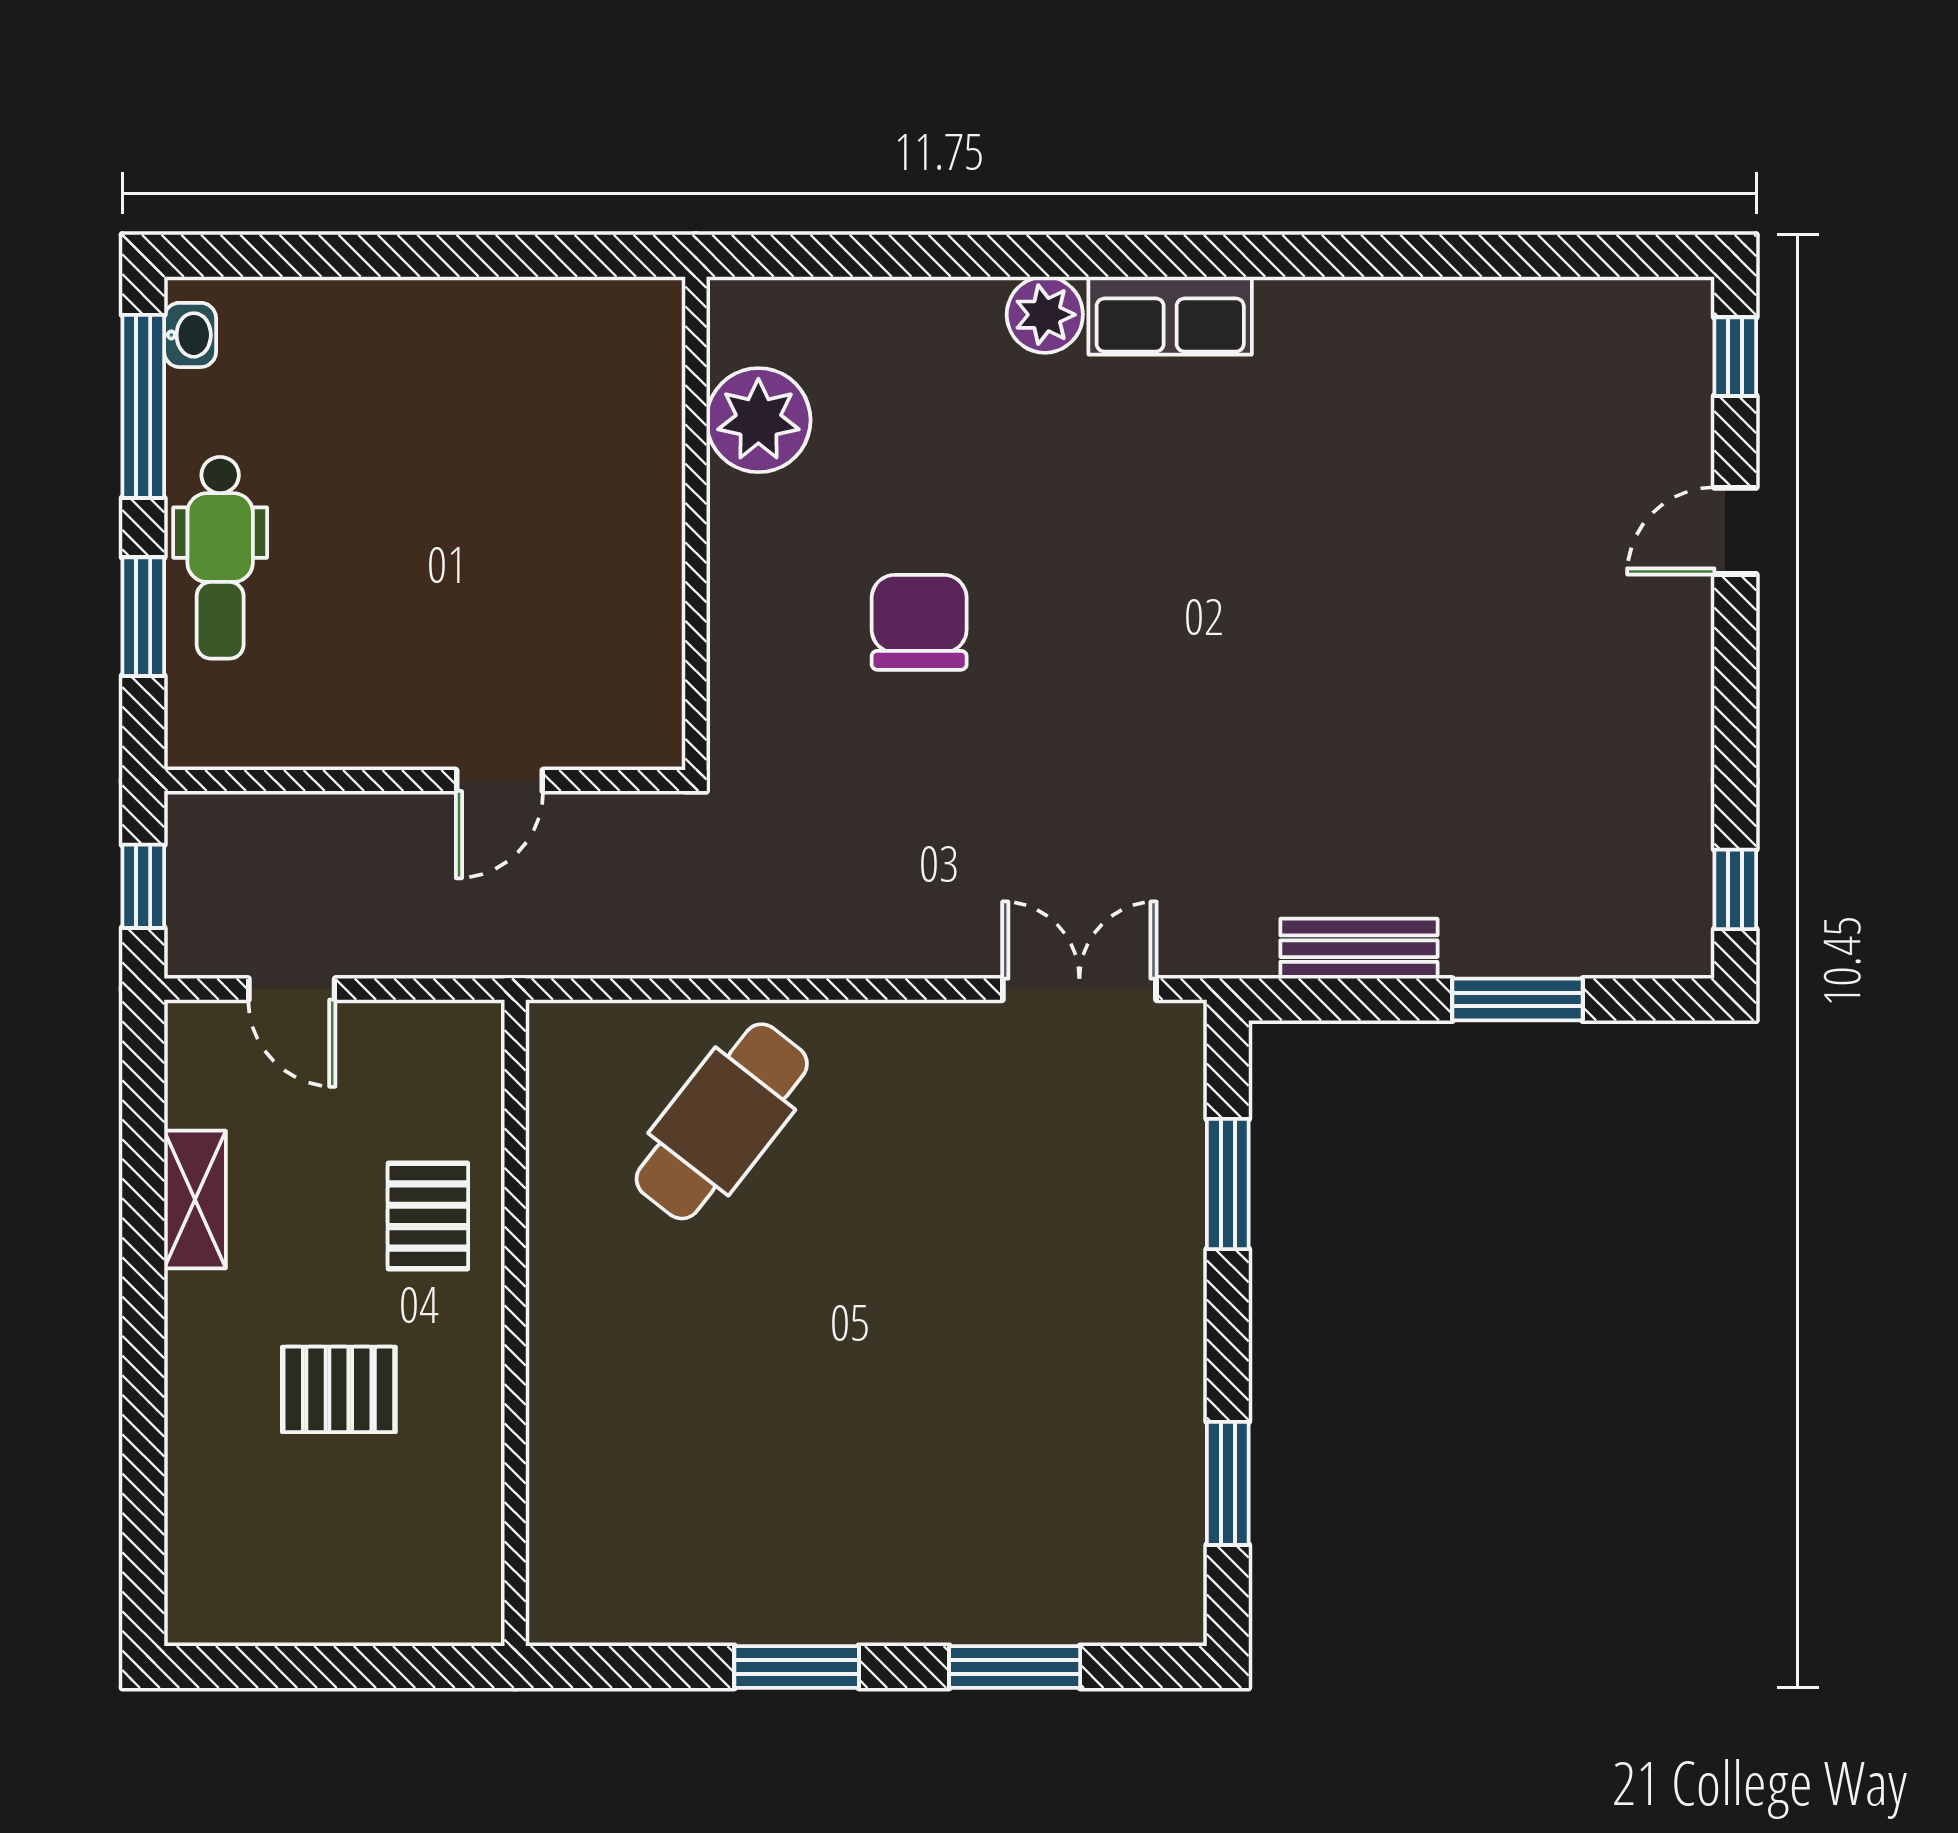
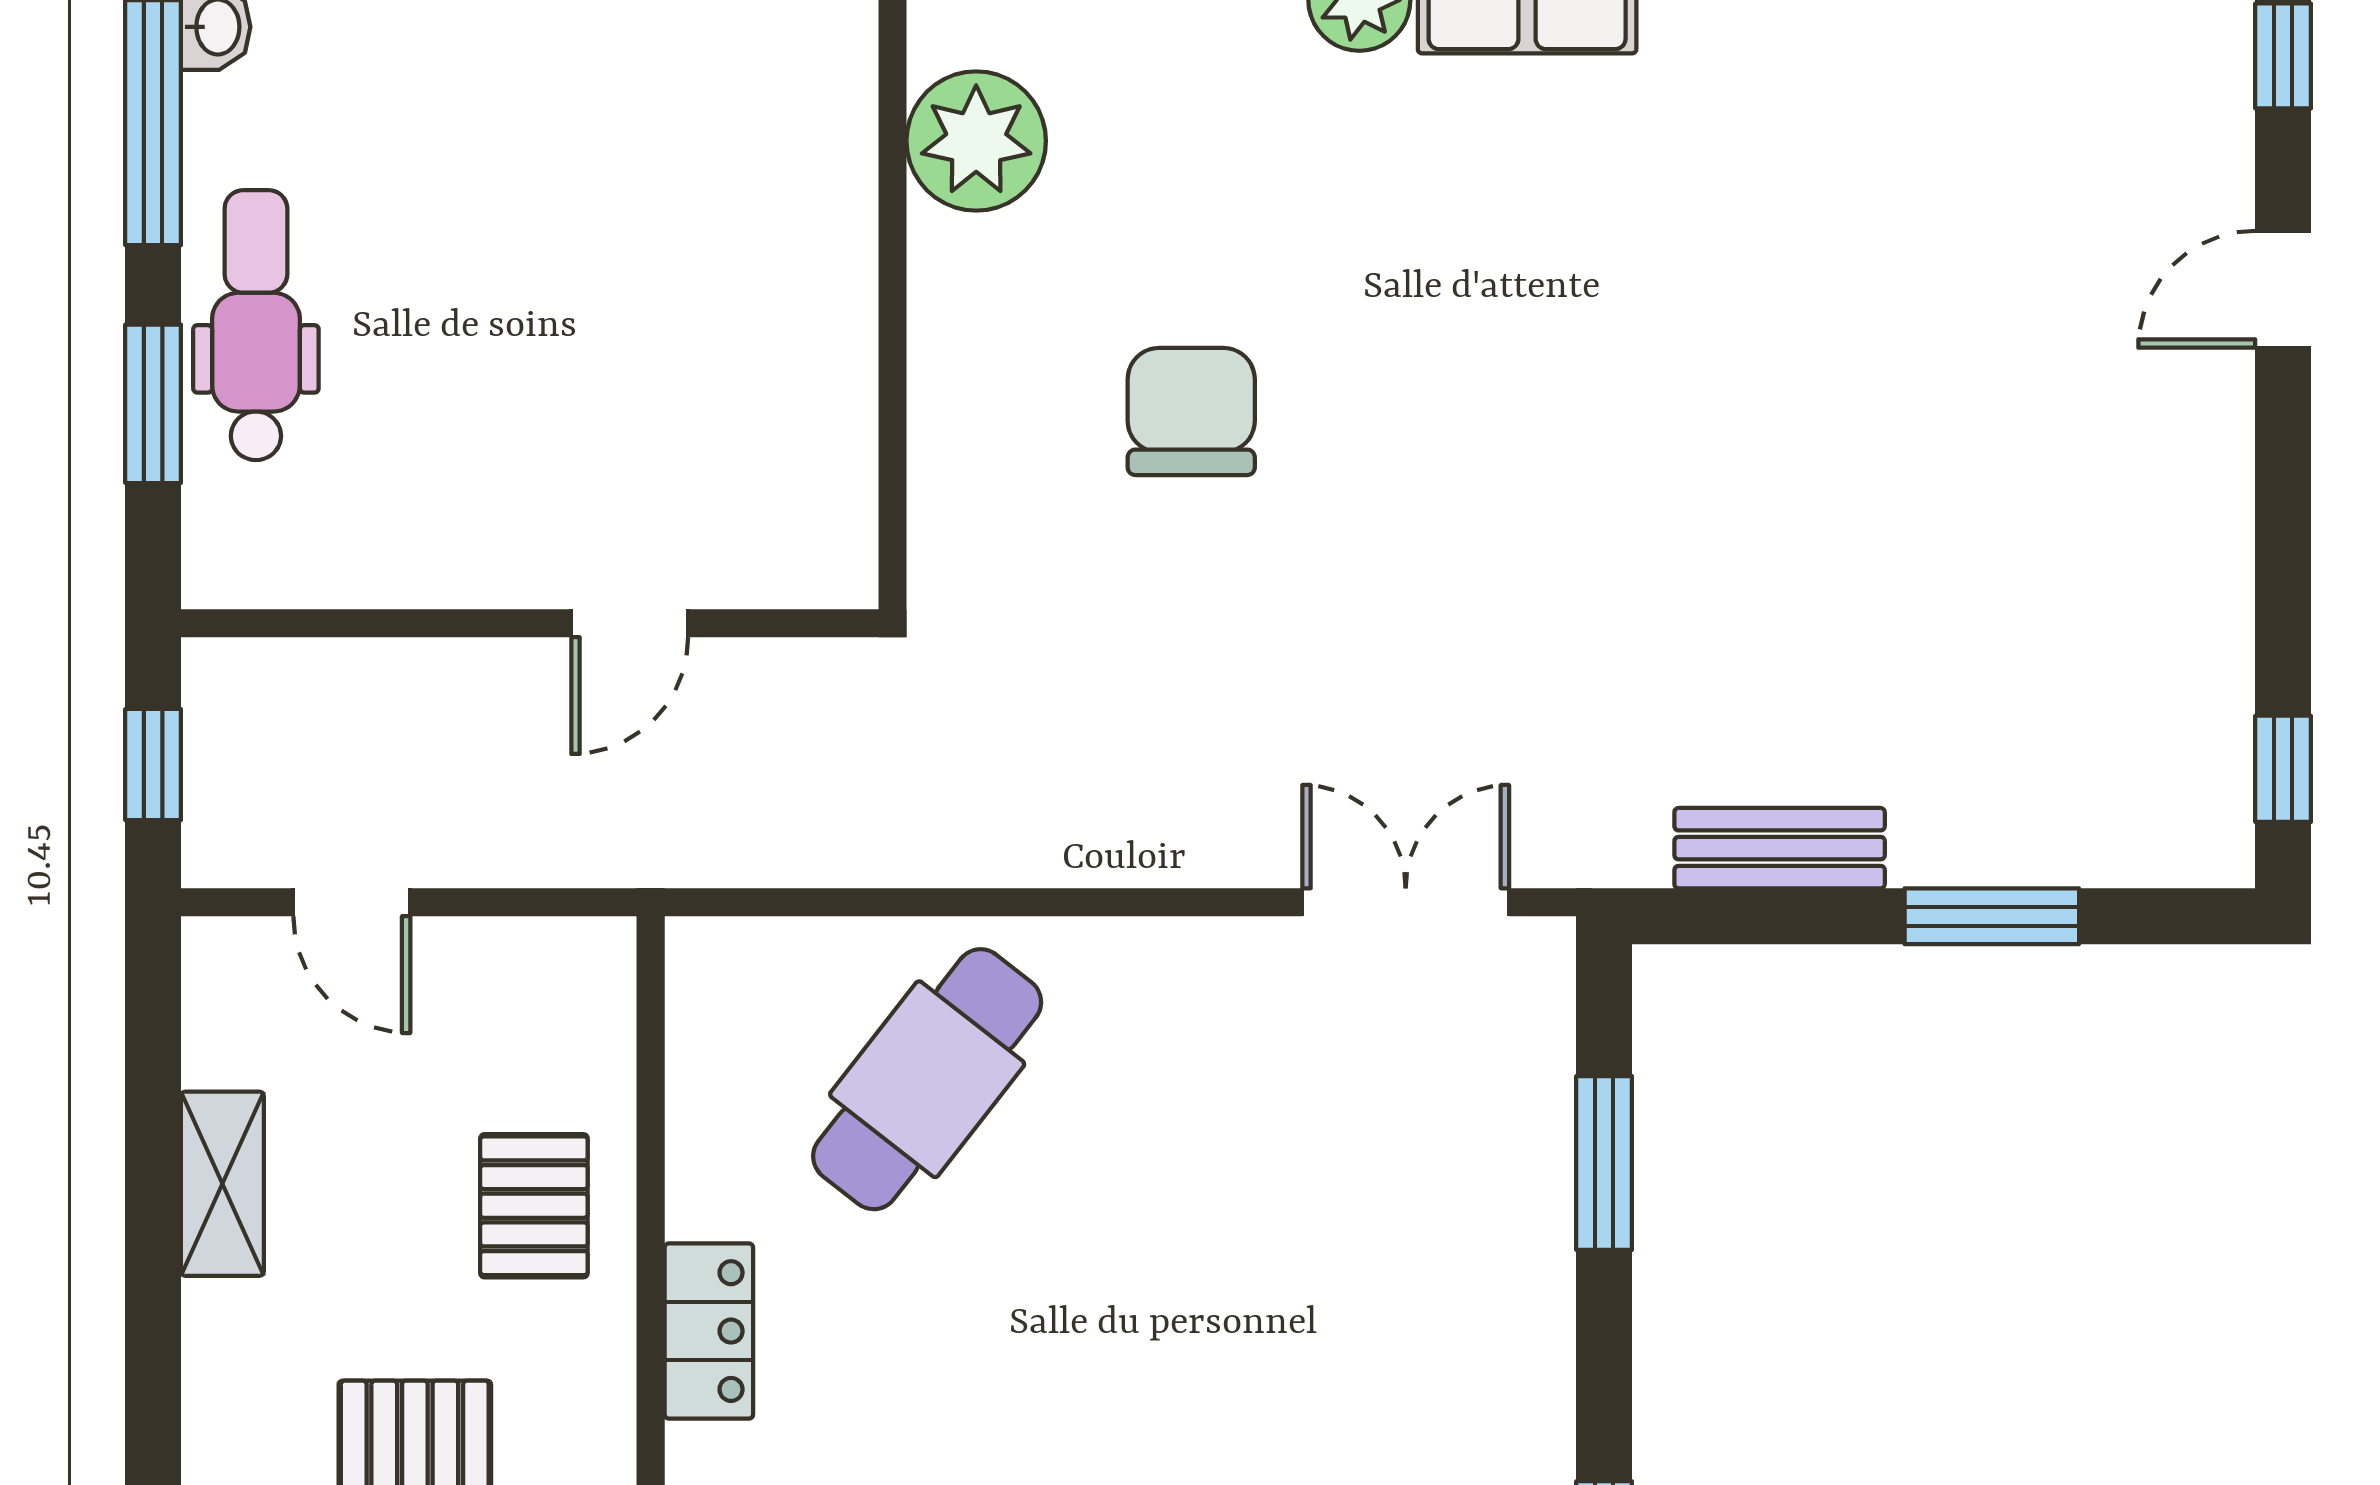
dental chair: (220, 558) -> (256, 325), turned 180
locker: (559, 1310) -> (709, 1331), added

